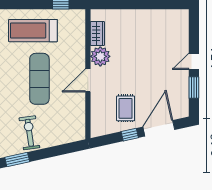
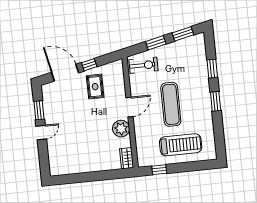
wardrobe: (97, 33) -> (127, 158), moved
door: (159, 128) -> (65, 73), swing flipped
exercise bike: (29, 133) -> (144, 65), moved, turned -82
window: (50, 152) -> (156, 43), added

